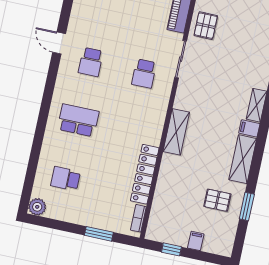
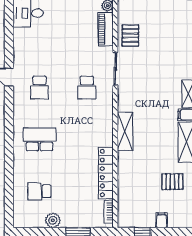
plant: (37, 207) -> (53, 220), moved

